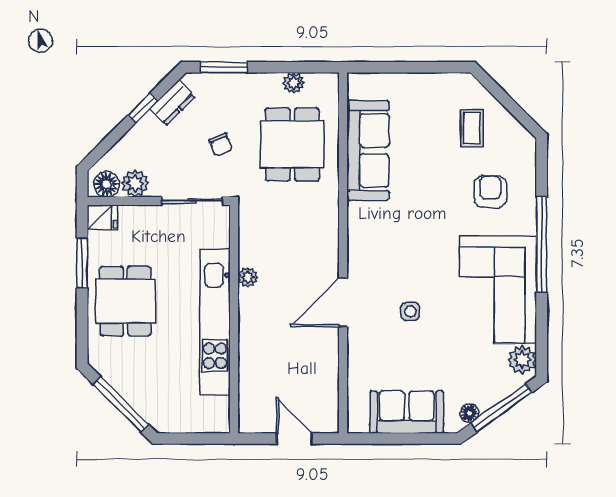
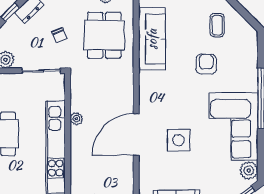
armchair: (490, 192) -> (206, 64), moved
door: (343, 302) -> (136, 134), width x1.36
side table: (410, 311) -> (179, 140), width x1.87, depth x1.87

